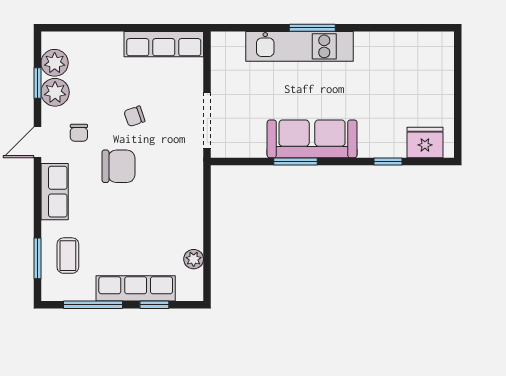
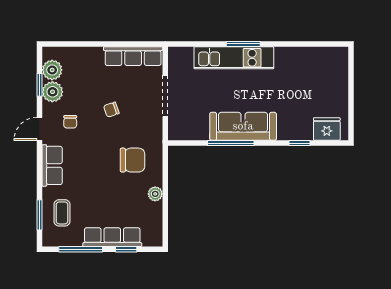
doorway: (207, 120) -> (165, 96), moved
window: (296, 161) -> (231, 143), width x1.44
chair: (119, 166) -> (133, 160), moved
plant: (194, 259) -> (155, 194), moved

